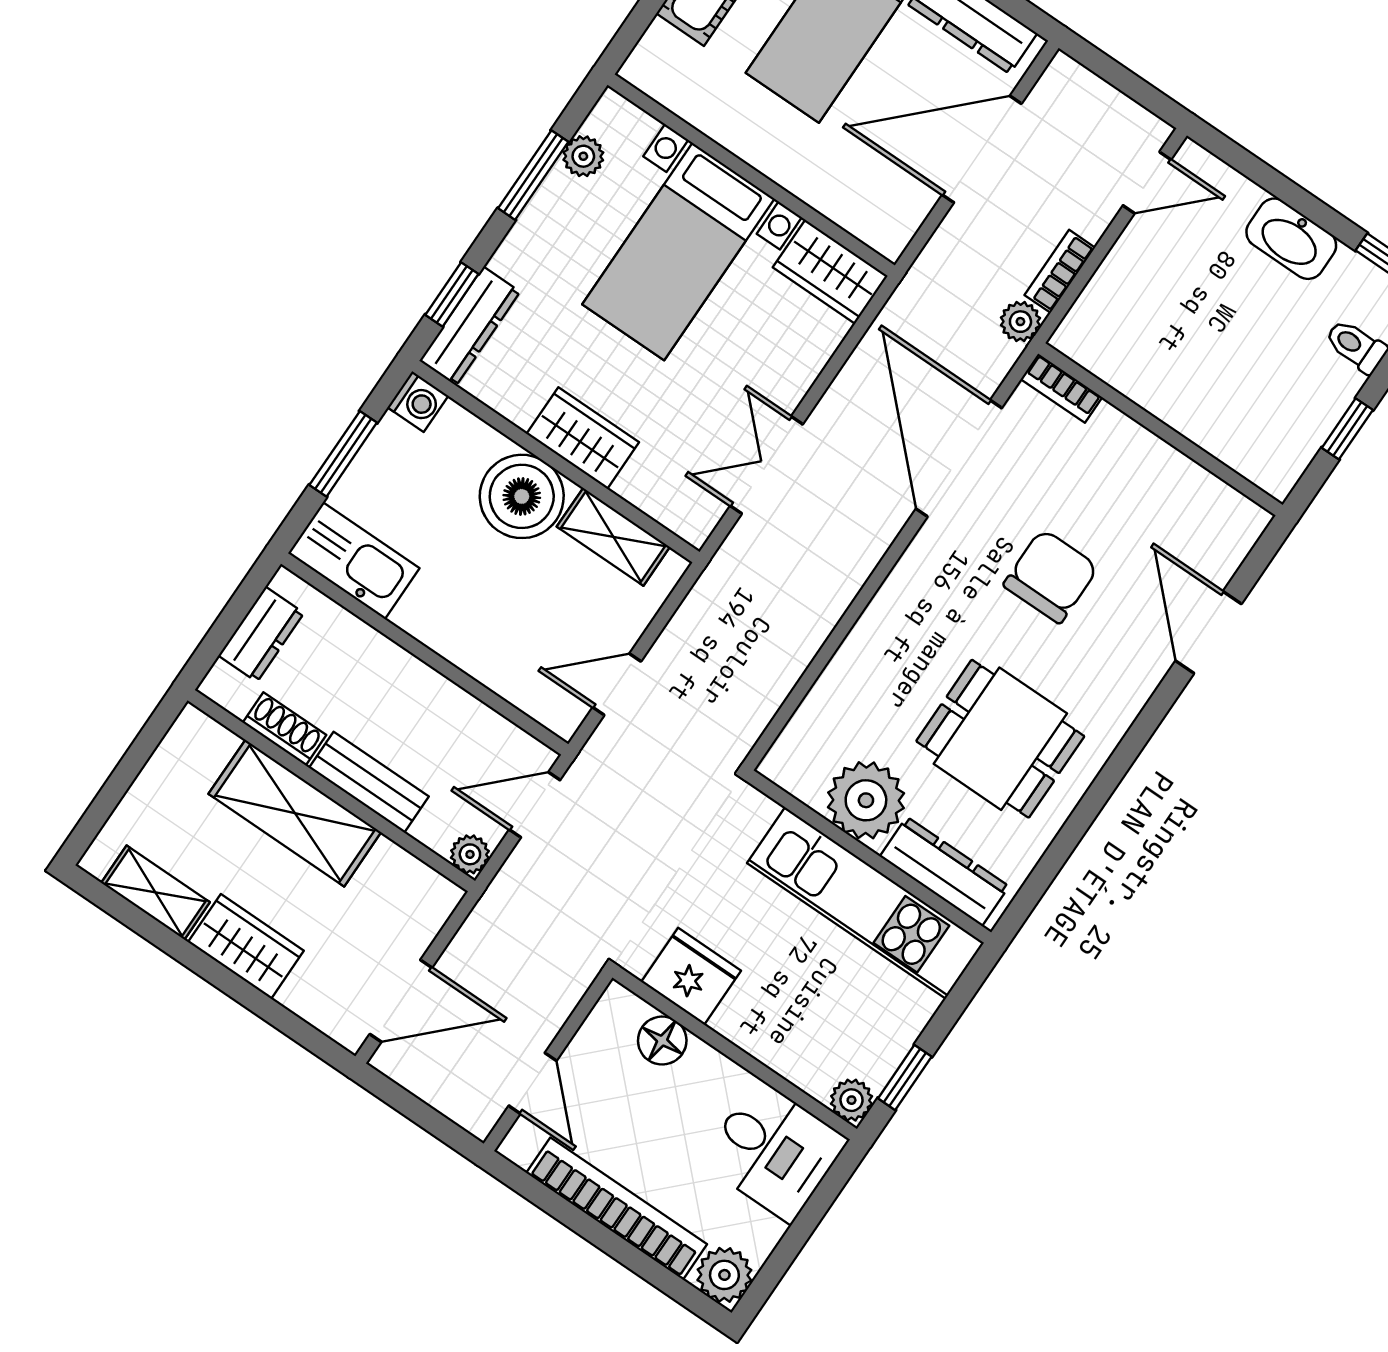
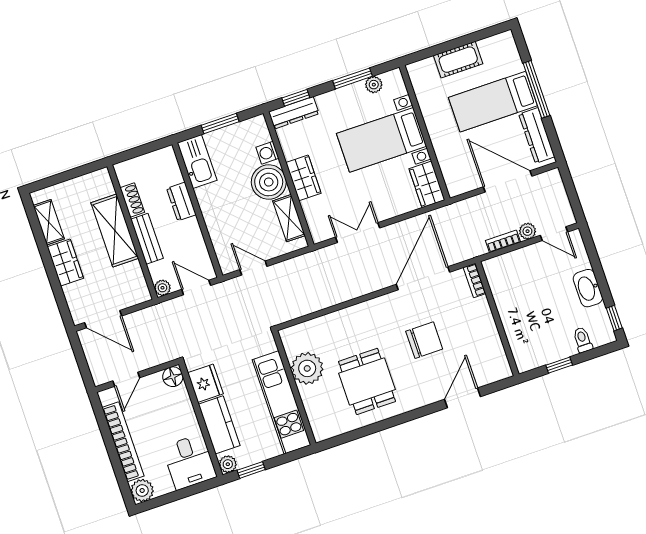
plant: (1020, 322) -> (527, 231), moved
washing machine: (418, 402) -> (267, 153), moved, turned 90
dresser: (261, 634) -> (181, 201), moved, turned 90
dresser: (944, 871) -> (315, 411), removed
kitchen counter: (778, 1037) -> (219, 425), added
floor lamp: (662, 1041) -> (173, 377), moved

